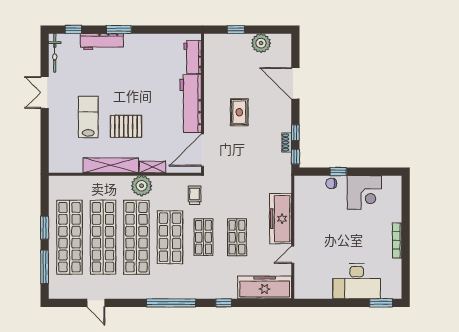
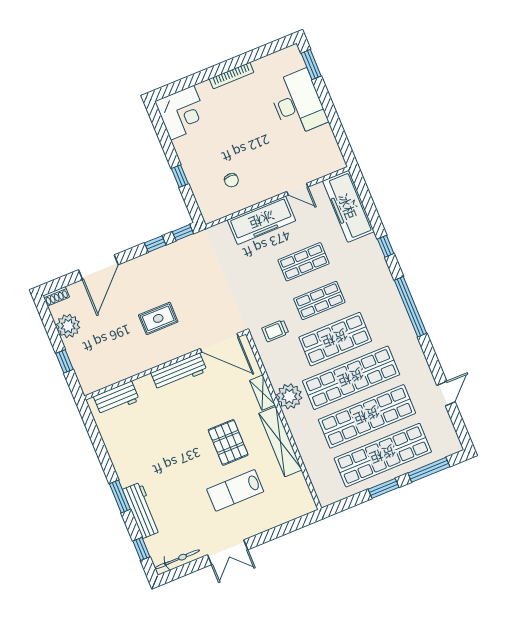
workbench: (191, 104) -> (179, 372), width x0.73, depth x0.76
shoe rack: (287, 142) -> (56, 296), moved
chair: (331, 183) -> (231, 180), moved
corner desk: (364, 192) -> (182, 113), moved, turned 90

